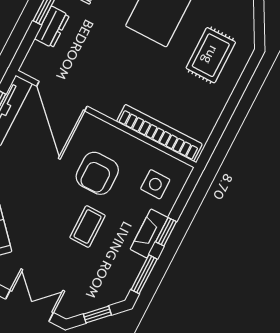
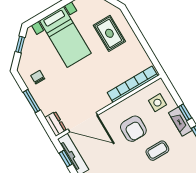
dresser: (52, 27) -> (56, 124), moved
coffee table: (88, 227) -> (157, 151), turned 90

